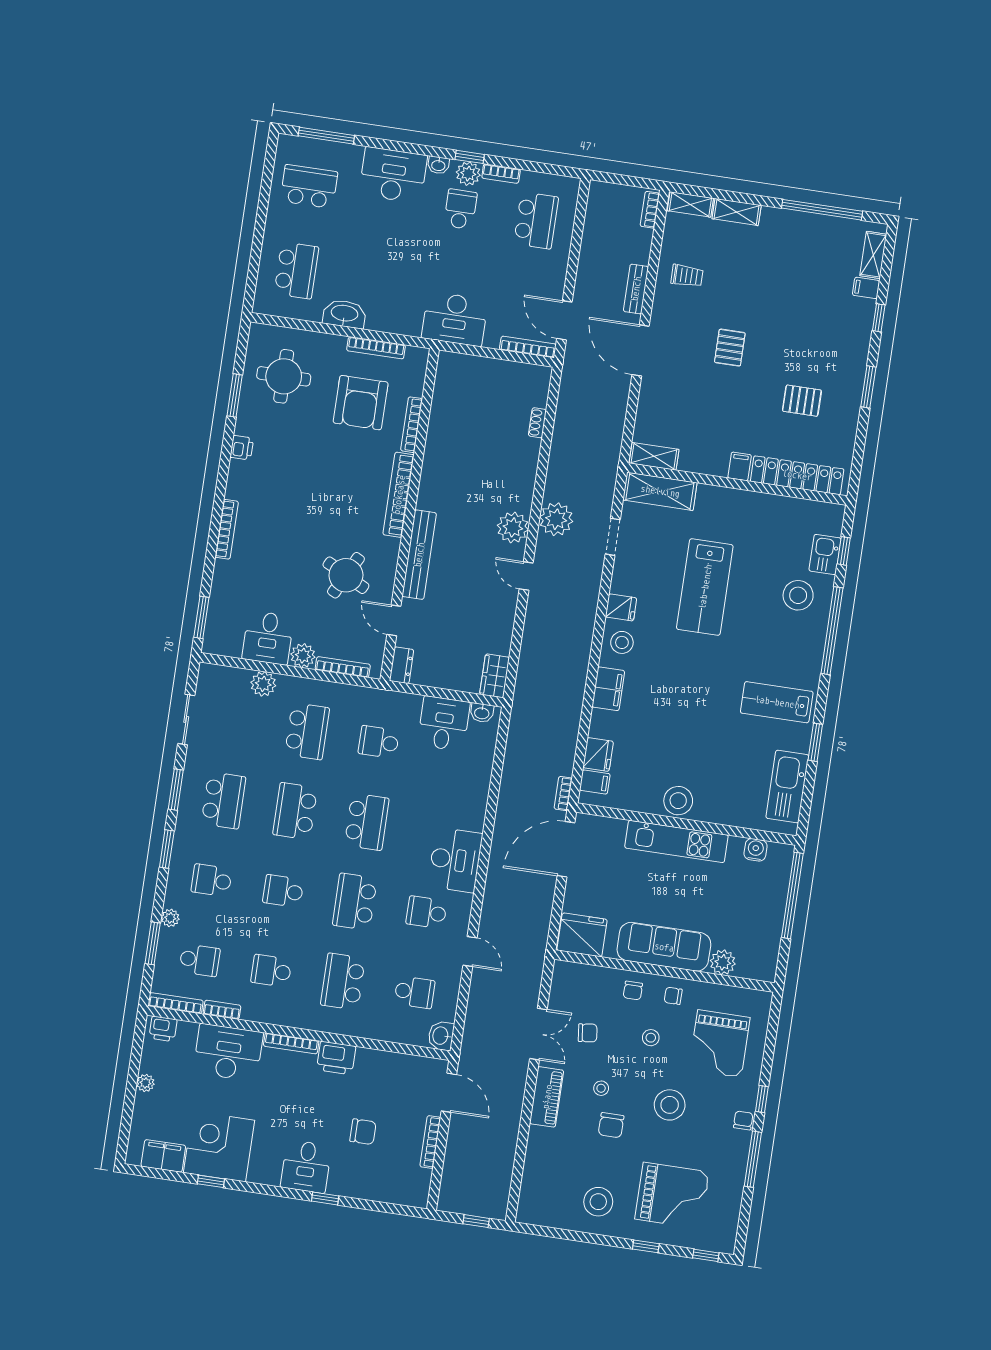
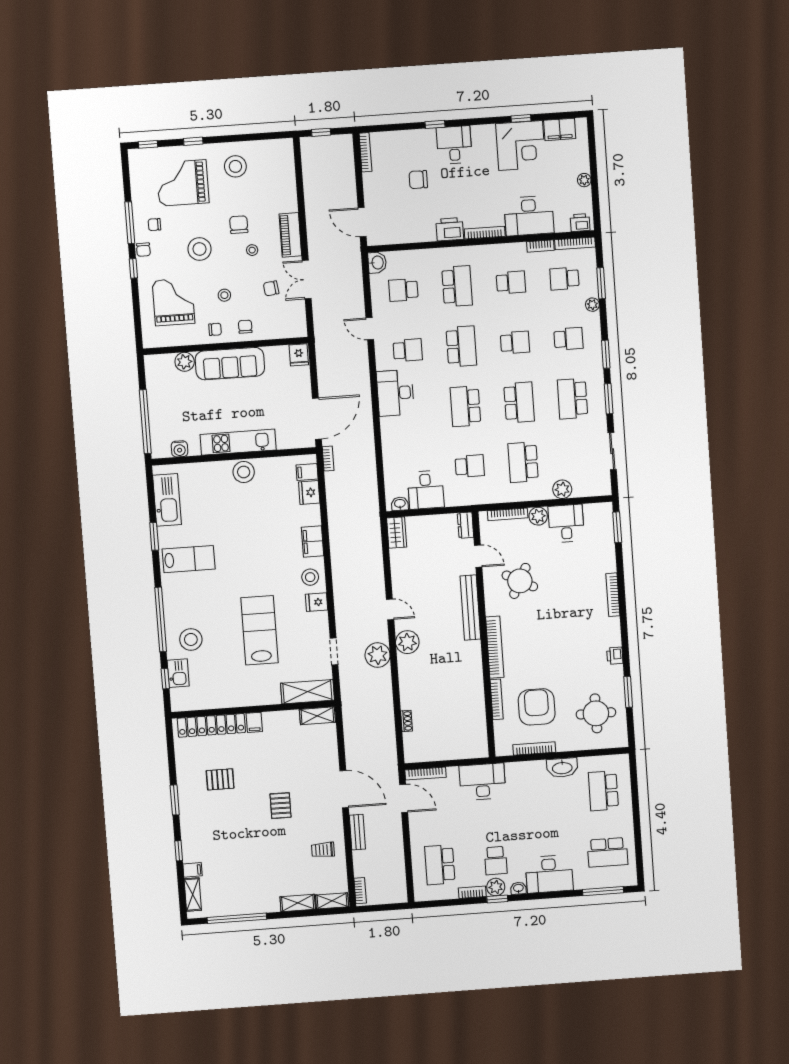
fridge: (582, 935) -> (299, 355), width x0.53, depth x0.75
bookcase: (430, 1142) -> (365, 152), moved
chair: (721, 1150) -> (154, 225), added

